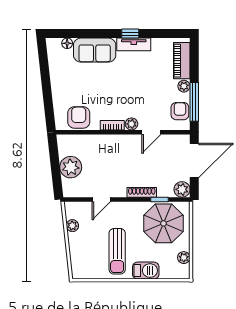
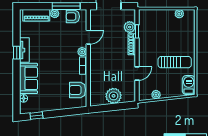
window: (44, 61) -> (36, 116), added
door: (151, 132) -> (88, 37), hinge flipped
plant: (182, 189) -> (130, 27), moved
door: (101, 199) -> (137, 74), hinge flipped
parasol: (164, 223) -> (154, 28), removed
barbecue: (146, 271) -> (189, 85), moved

